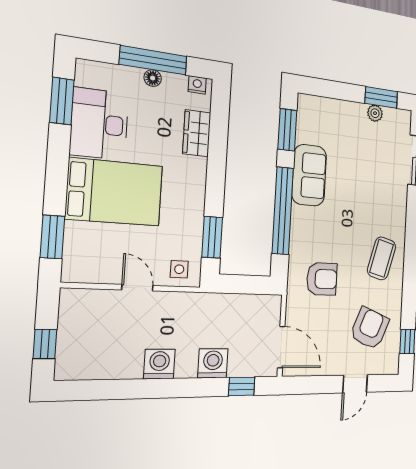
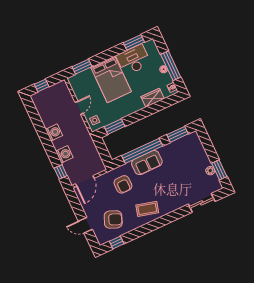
sofa: (309, 175) -> (147, 163), moved

